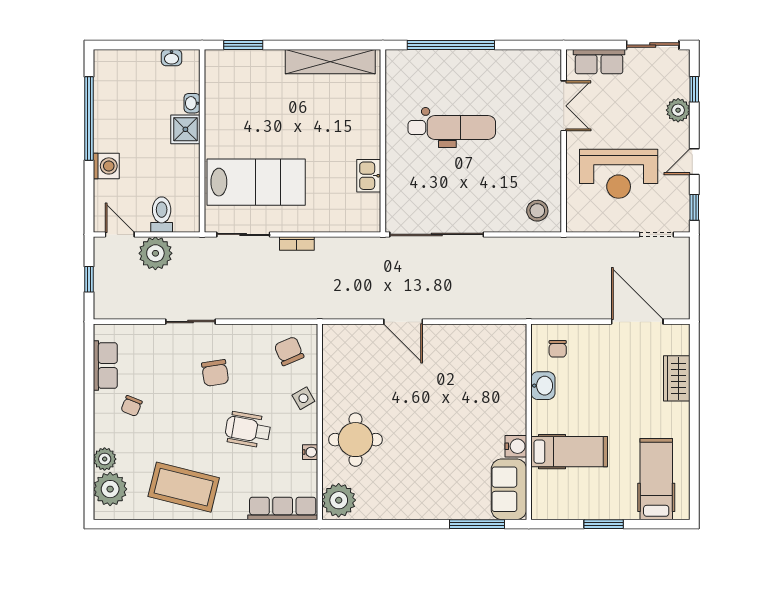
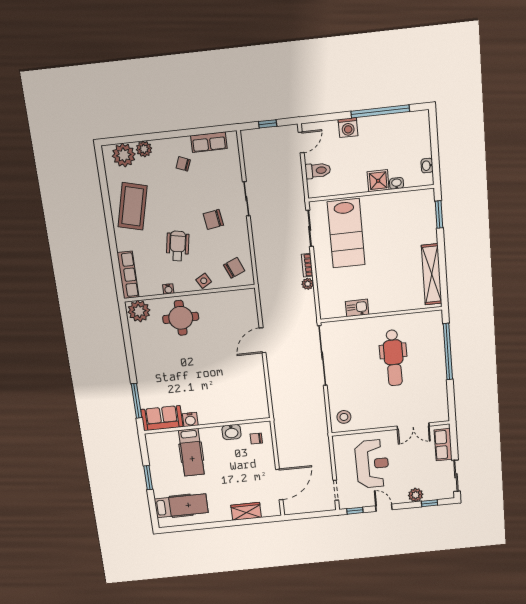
reception desk: (619, 174) -> (372, 464), turned 180
plant: (155, 253) -> (308, 284), moved, width x0.53, depth x0.53

